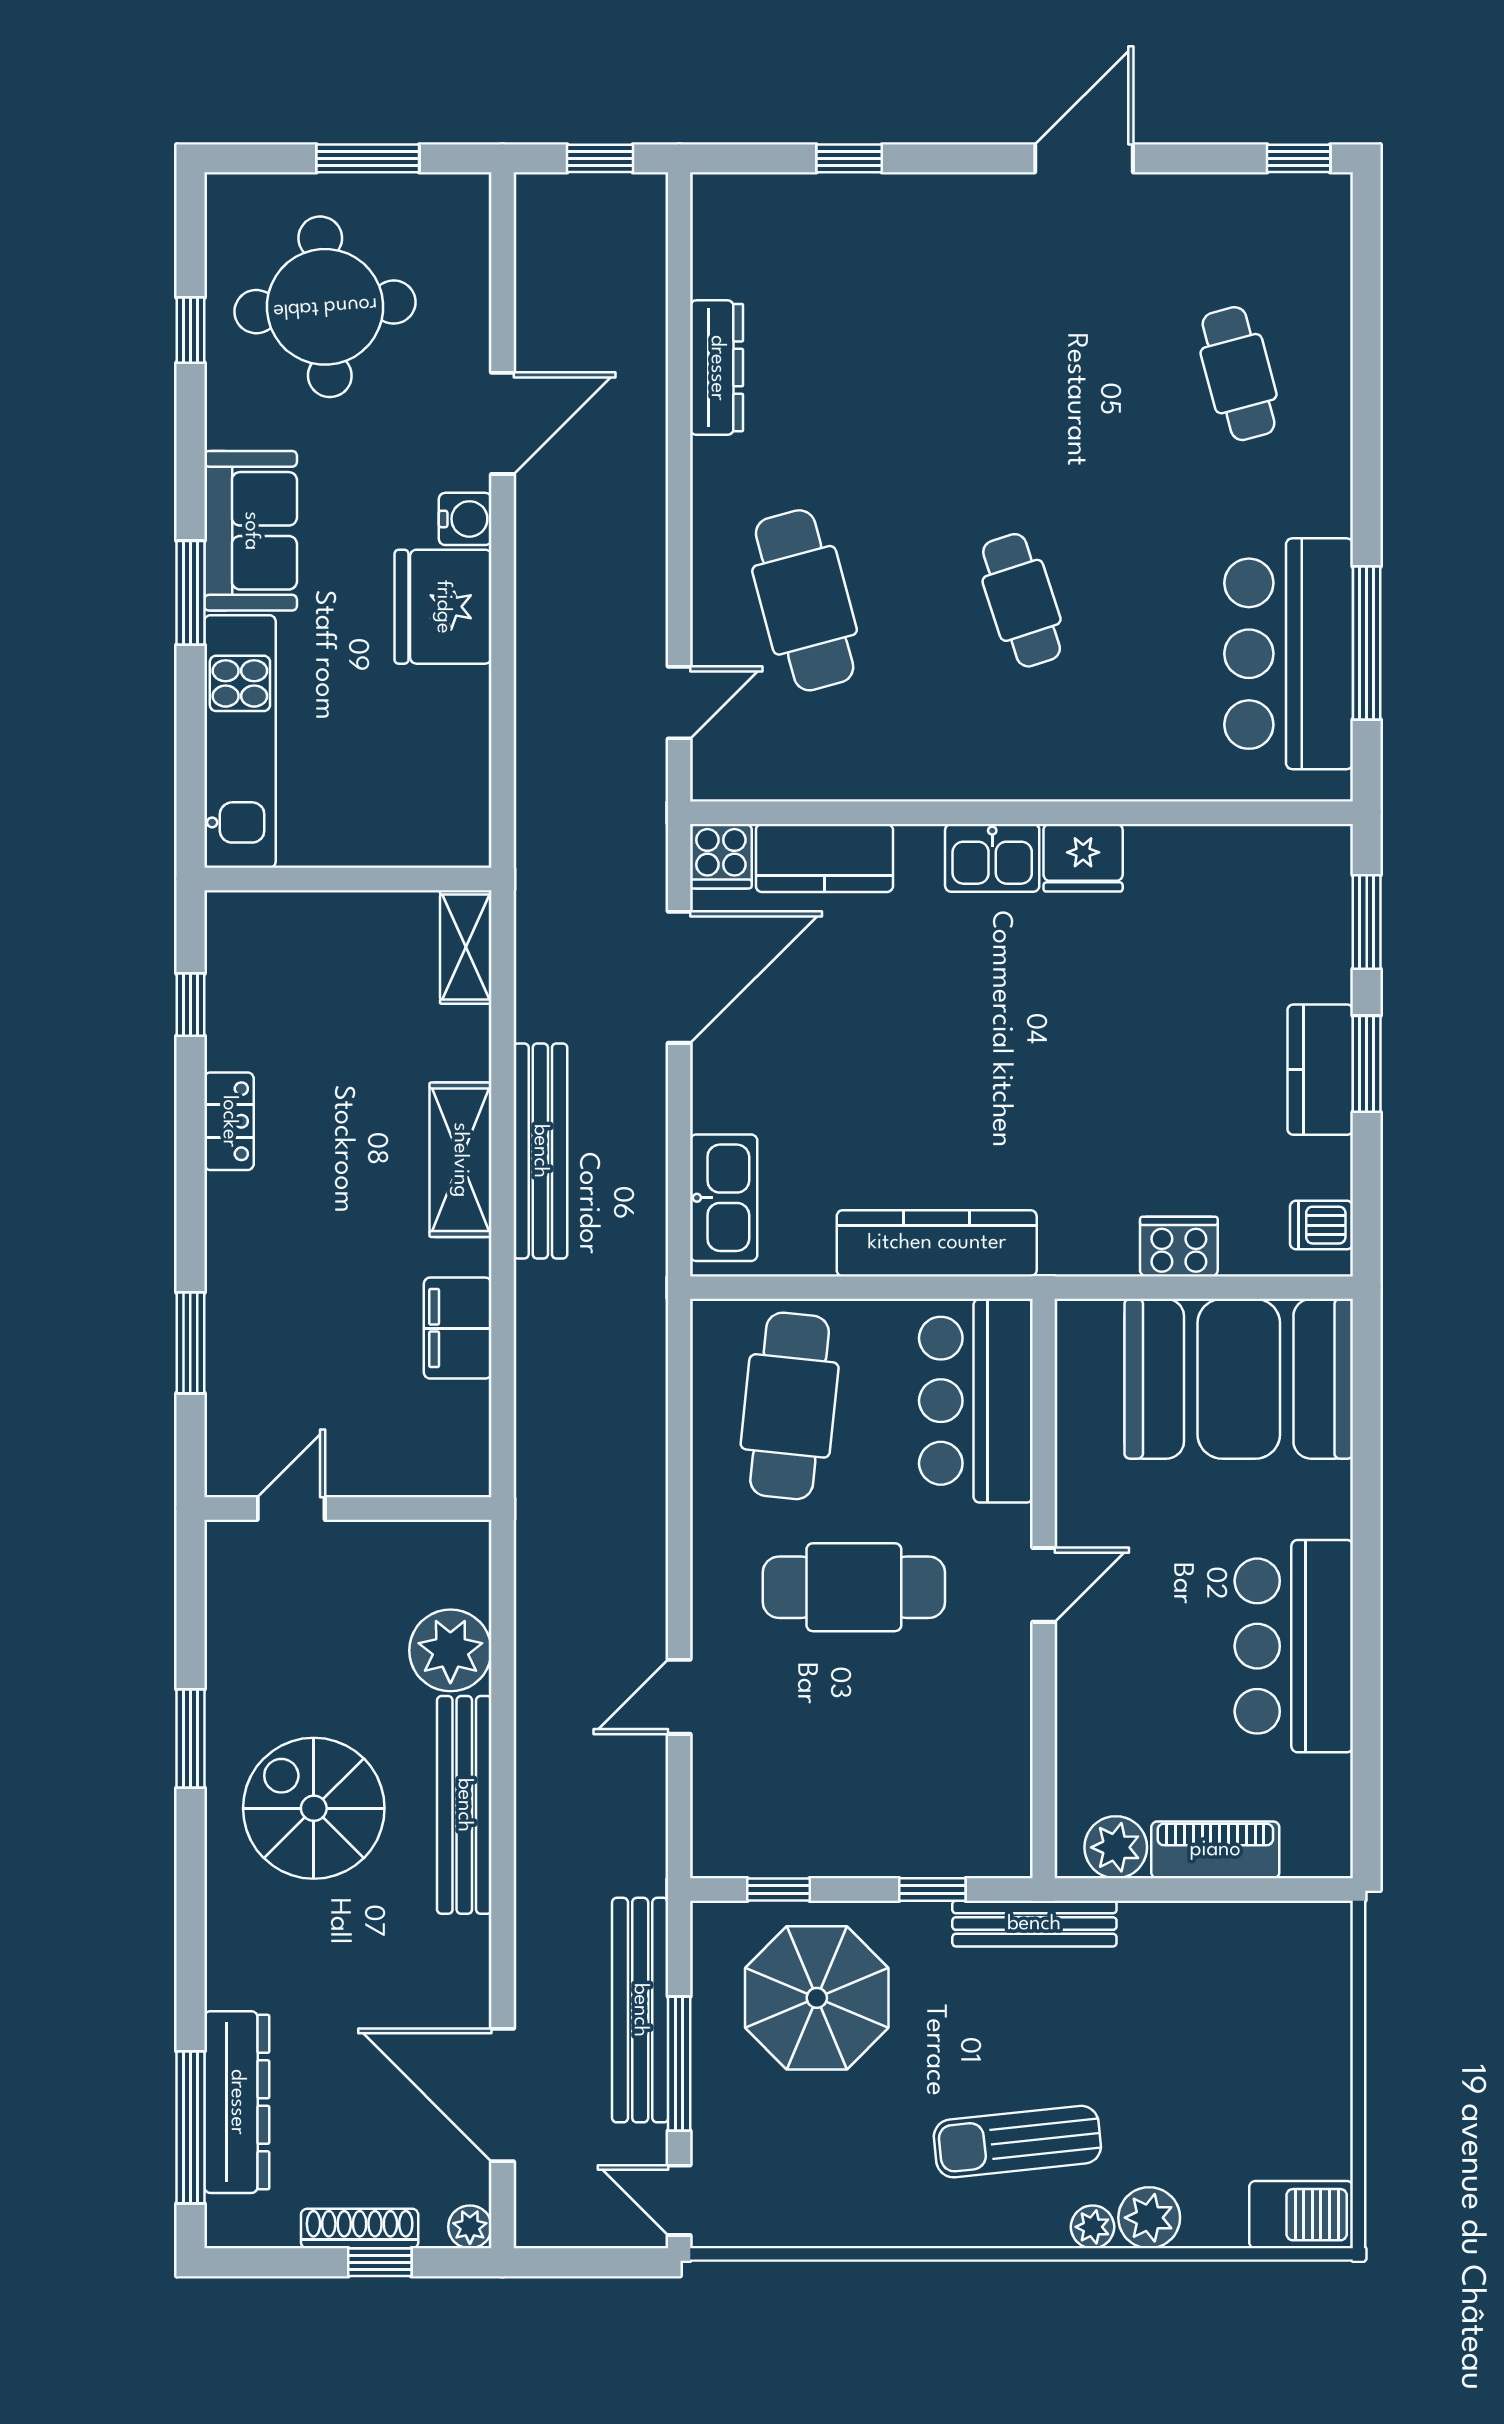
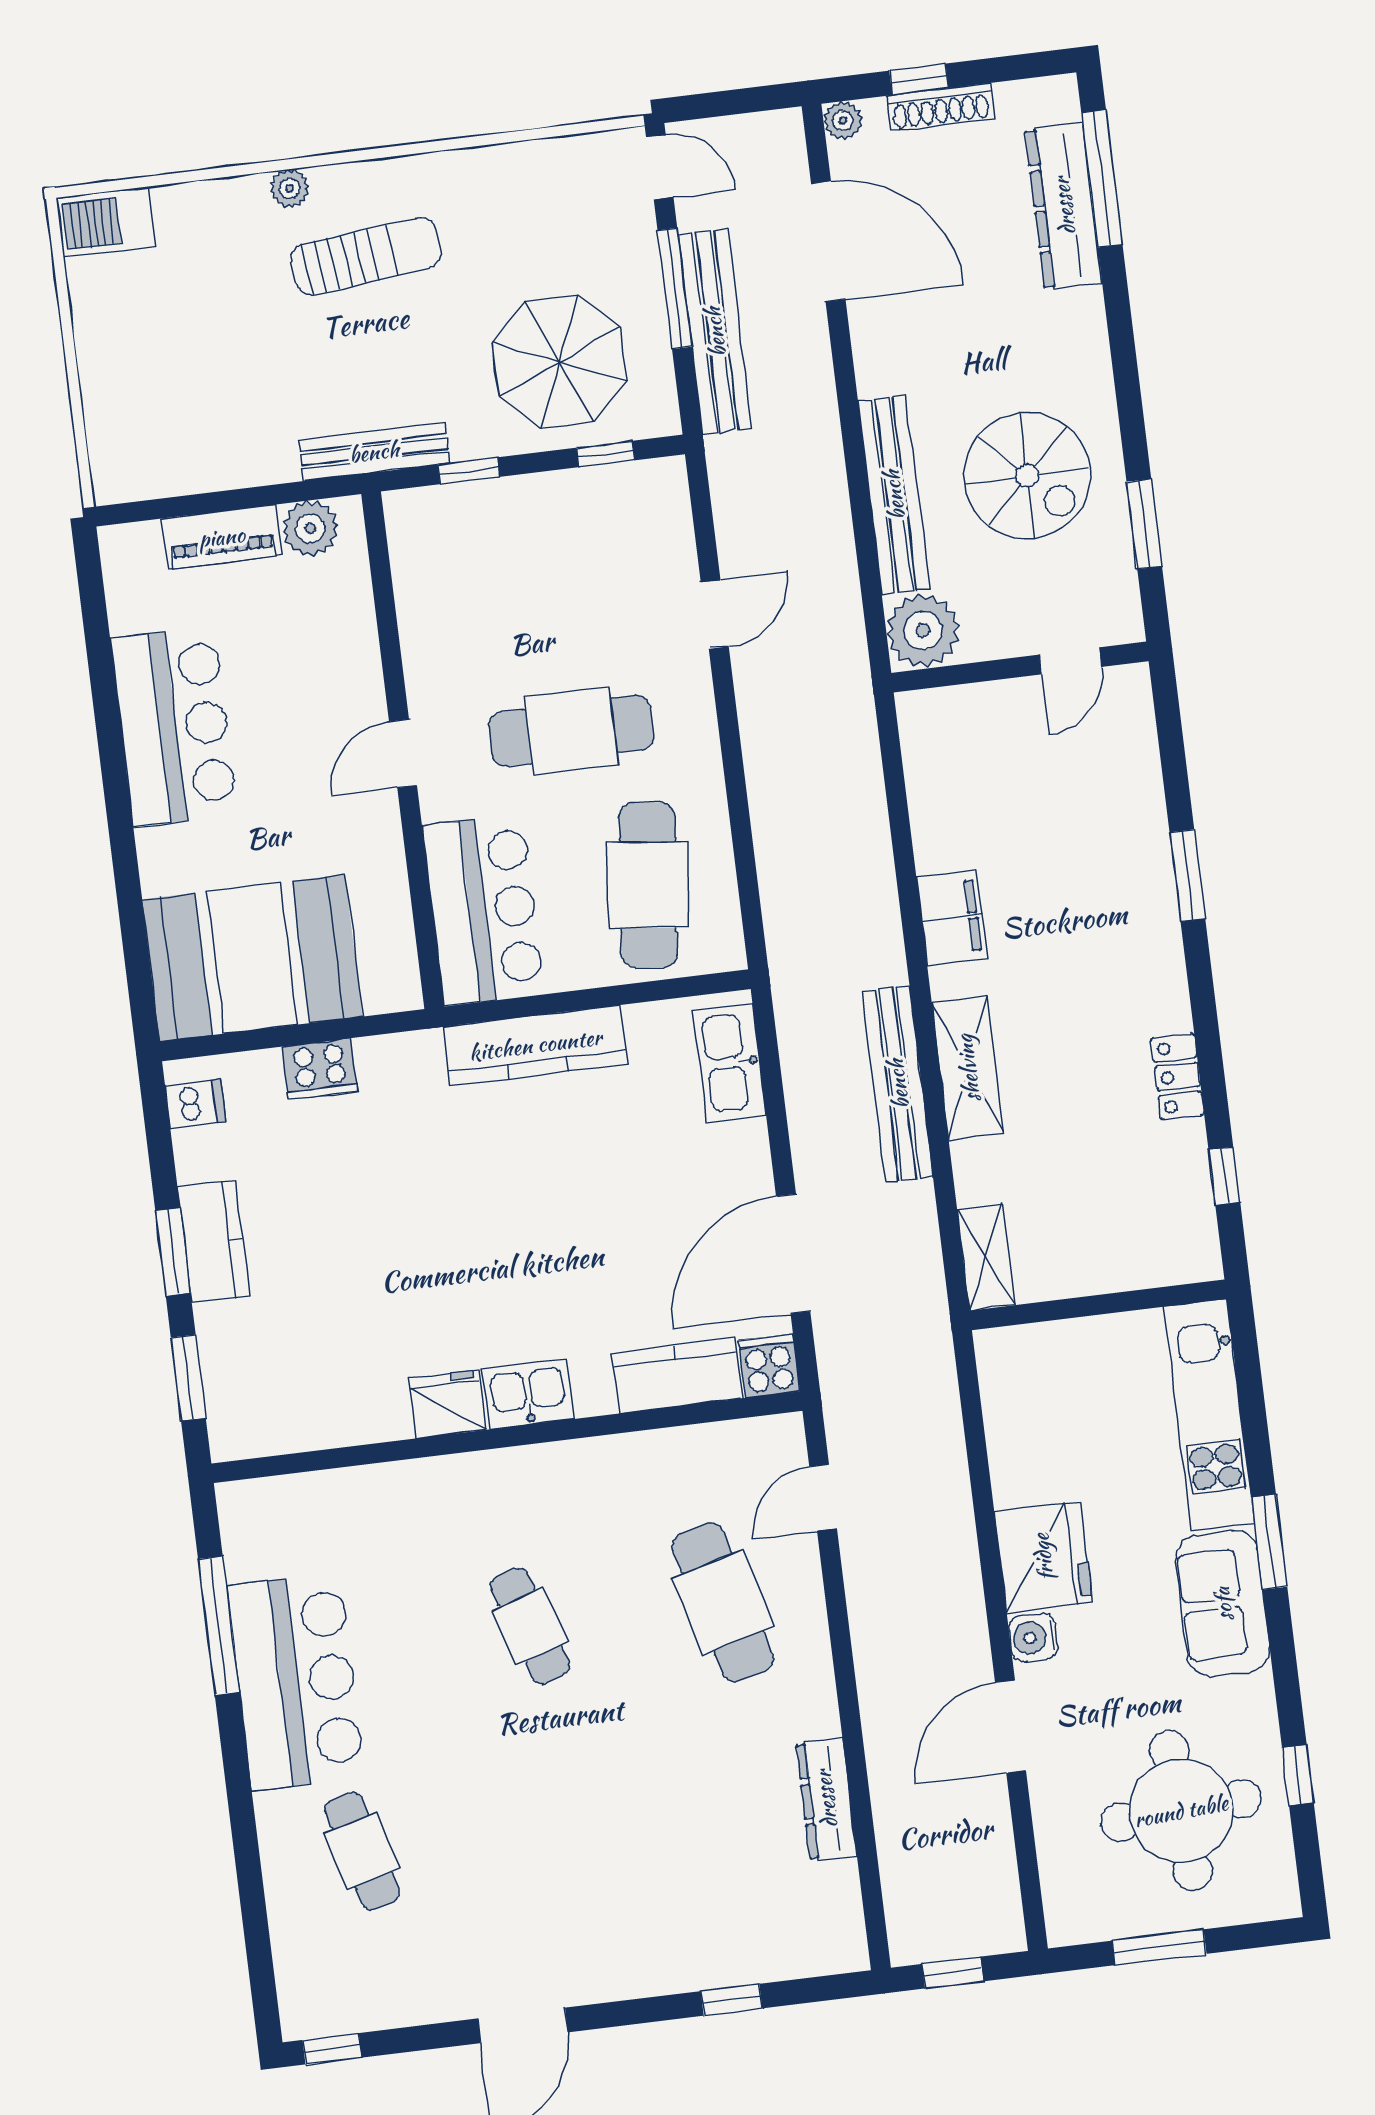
bar counter: (1289, 654) -> (296, 1682), moved
door: (291, 1509) -> (1070, 661), moved
wall: (348, 1509) -> (1020, 667), moved
plant: (1149, 2218) -> (240, 203), removed

